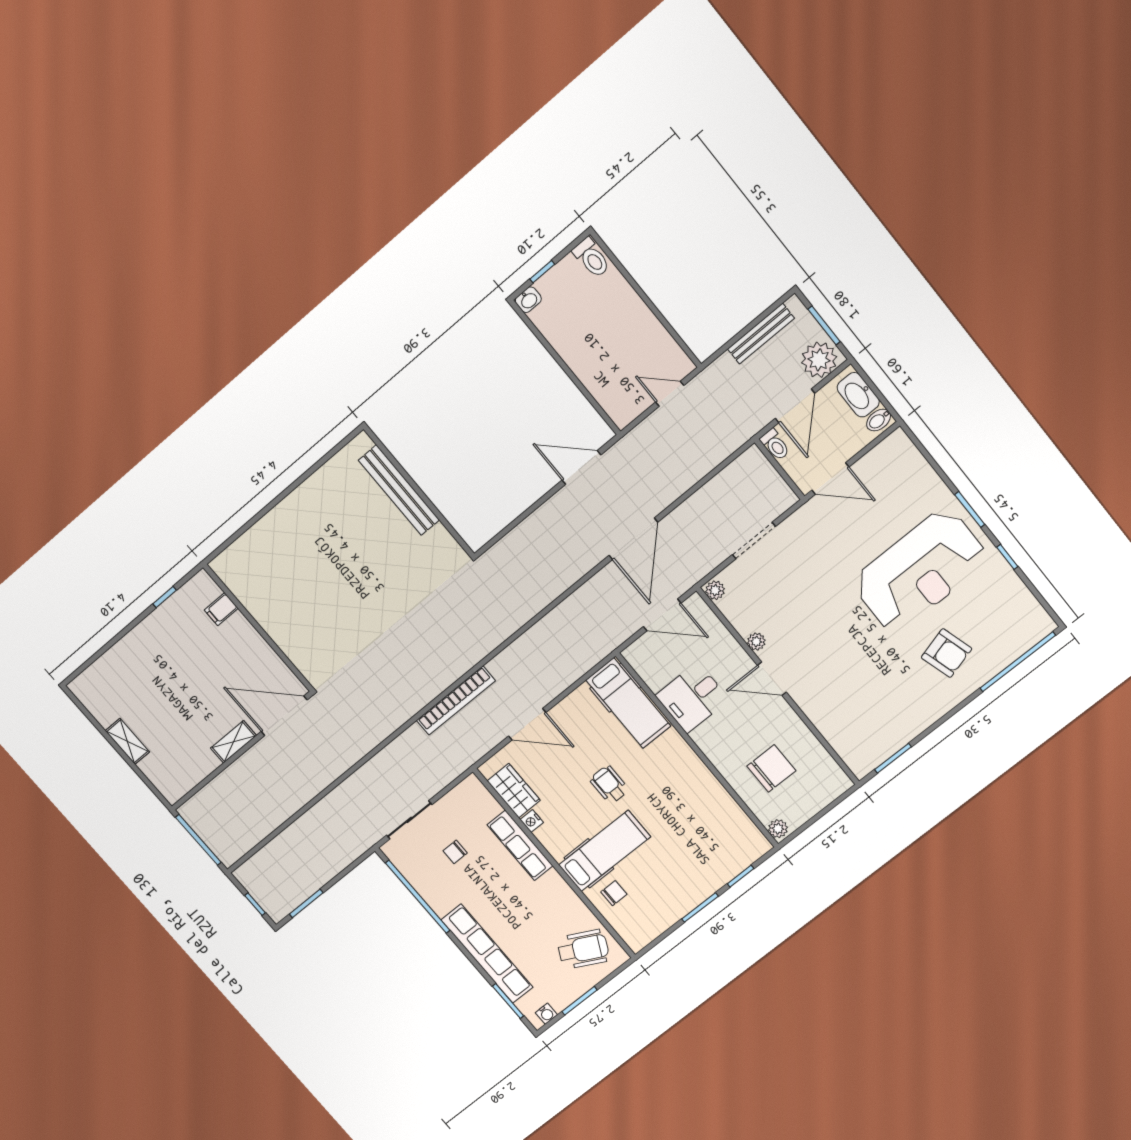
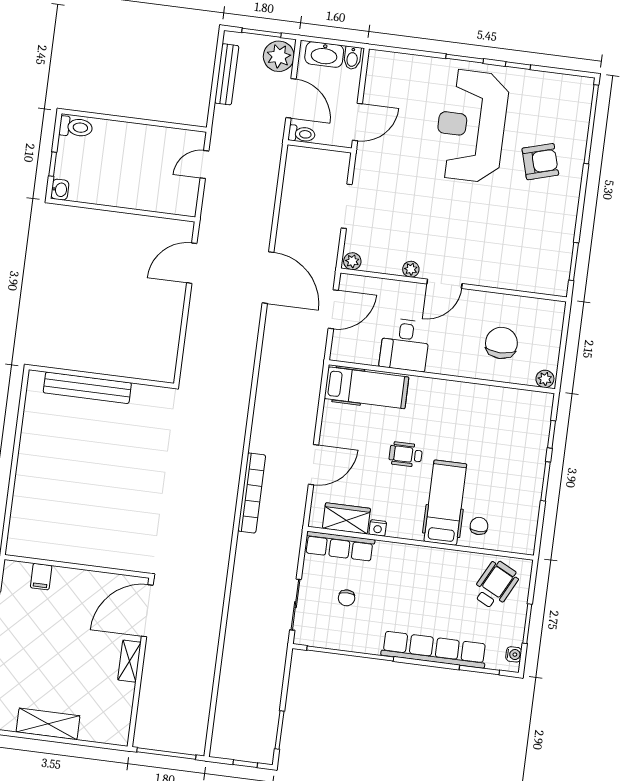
reception desk: (920, 571) -> (471, 126), turned 180
shelving: (127, 741) -> (48, 724), width x1.50, depth x1.33
row of seats: (520, 845) -> (340, 546), moved

